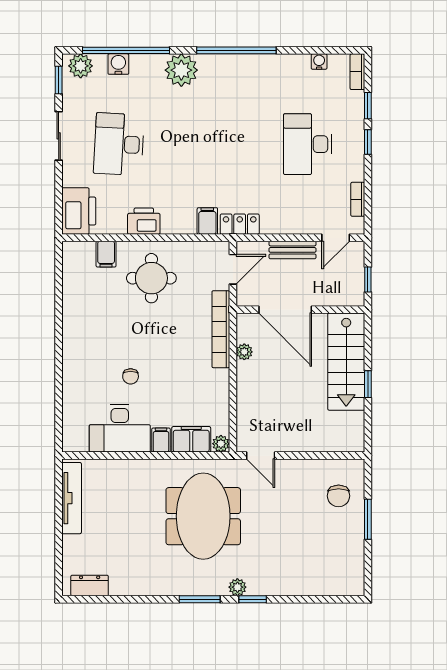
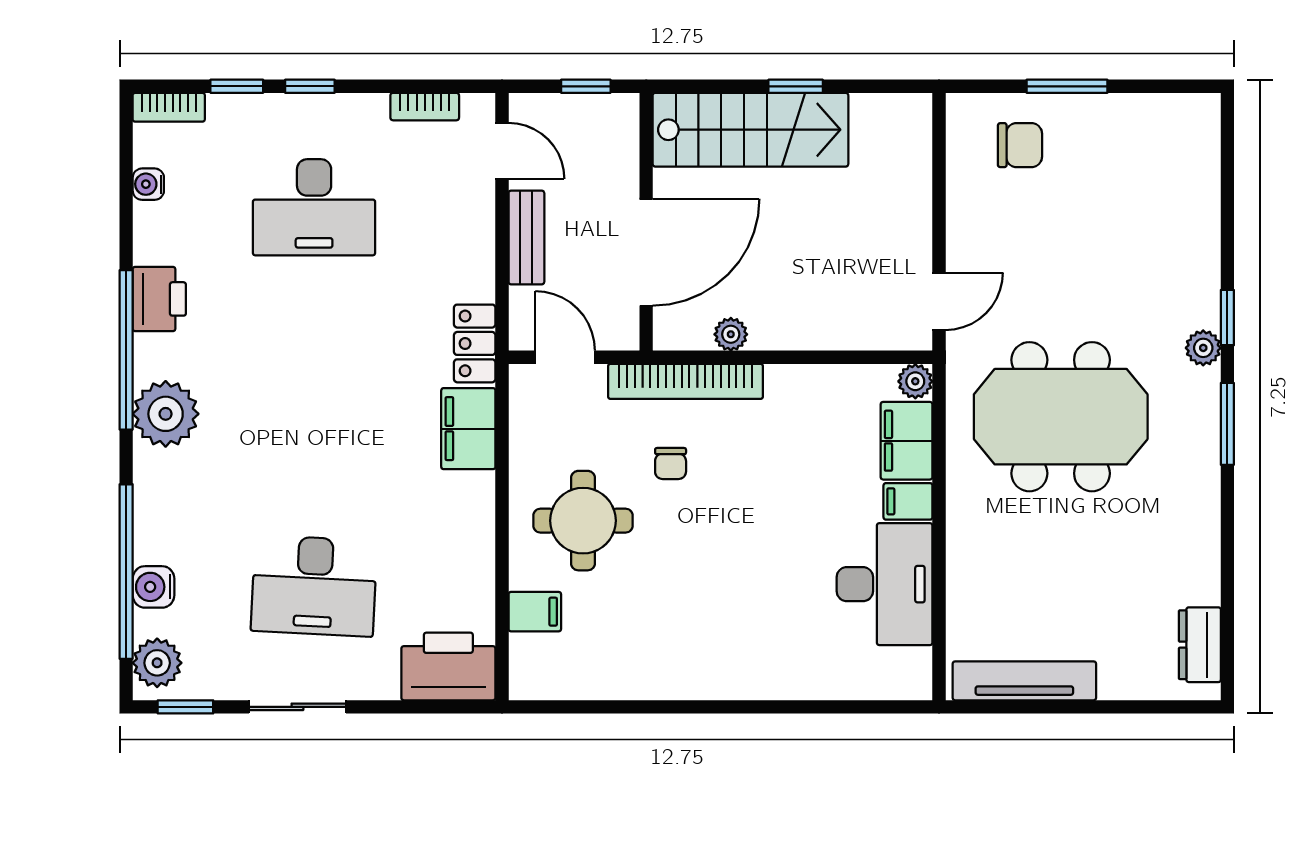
plant: (181, 70) -> (166, 414), moved
printer: (144, 221) -> (159, 299), moved, turned 180
filing cabinet: (207, 221) -> (468, 429), width x2.00
chair: (131, 376) -> (671, 464), moved, turned 90

